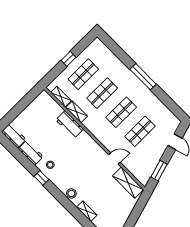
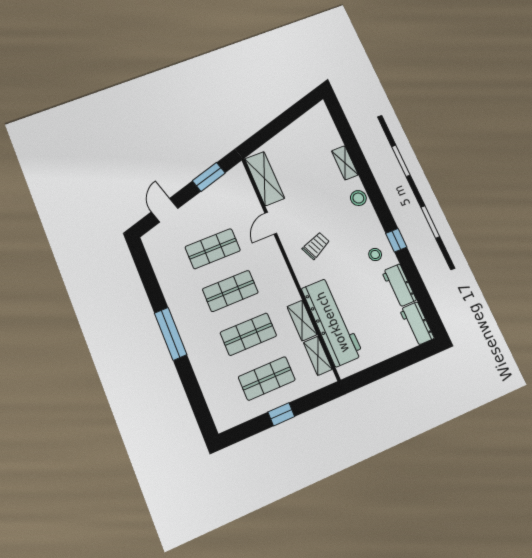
workbench: (70, 125) -> (332, 322), width x1.88, depth x1.32
trolley: (85, 156) -> (316, 246), added
door: (114, 159) -> (271, 223), hinge flipped

